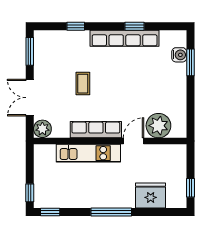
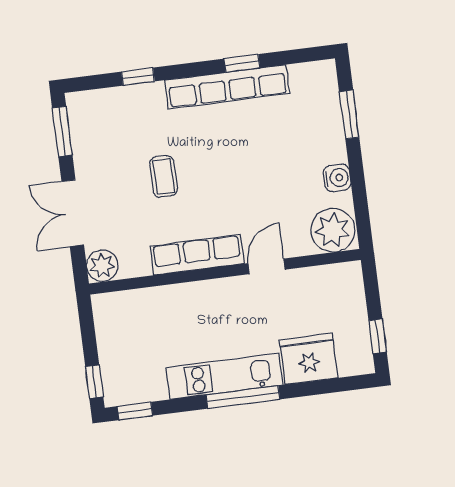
water cooler: (179, 55) -> (337, 178), moved
plant: (158, 126) -> (333, 230), moved
kitchen unit: (88, 153) -> (224, 376), moved, turned 180

